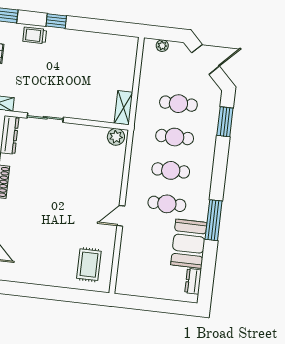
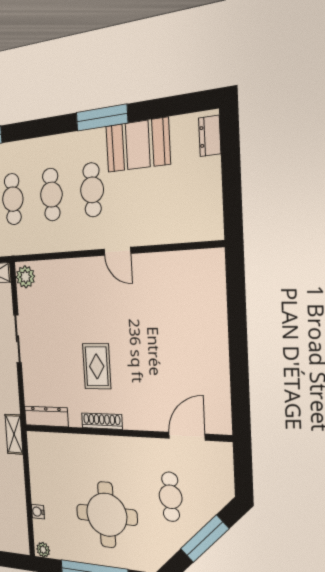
sliding door: (45, 118) -> (18, 339), moved
rug: (89, 265) -> (97, 366), moved, turned 90
dresser: (193, 281) -> (210, 136), moved, turned 90

